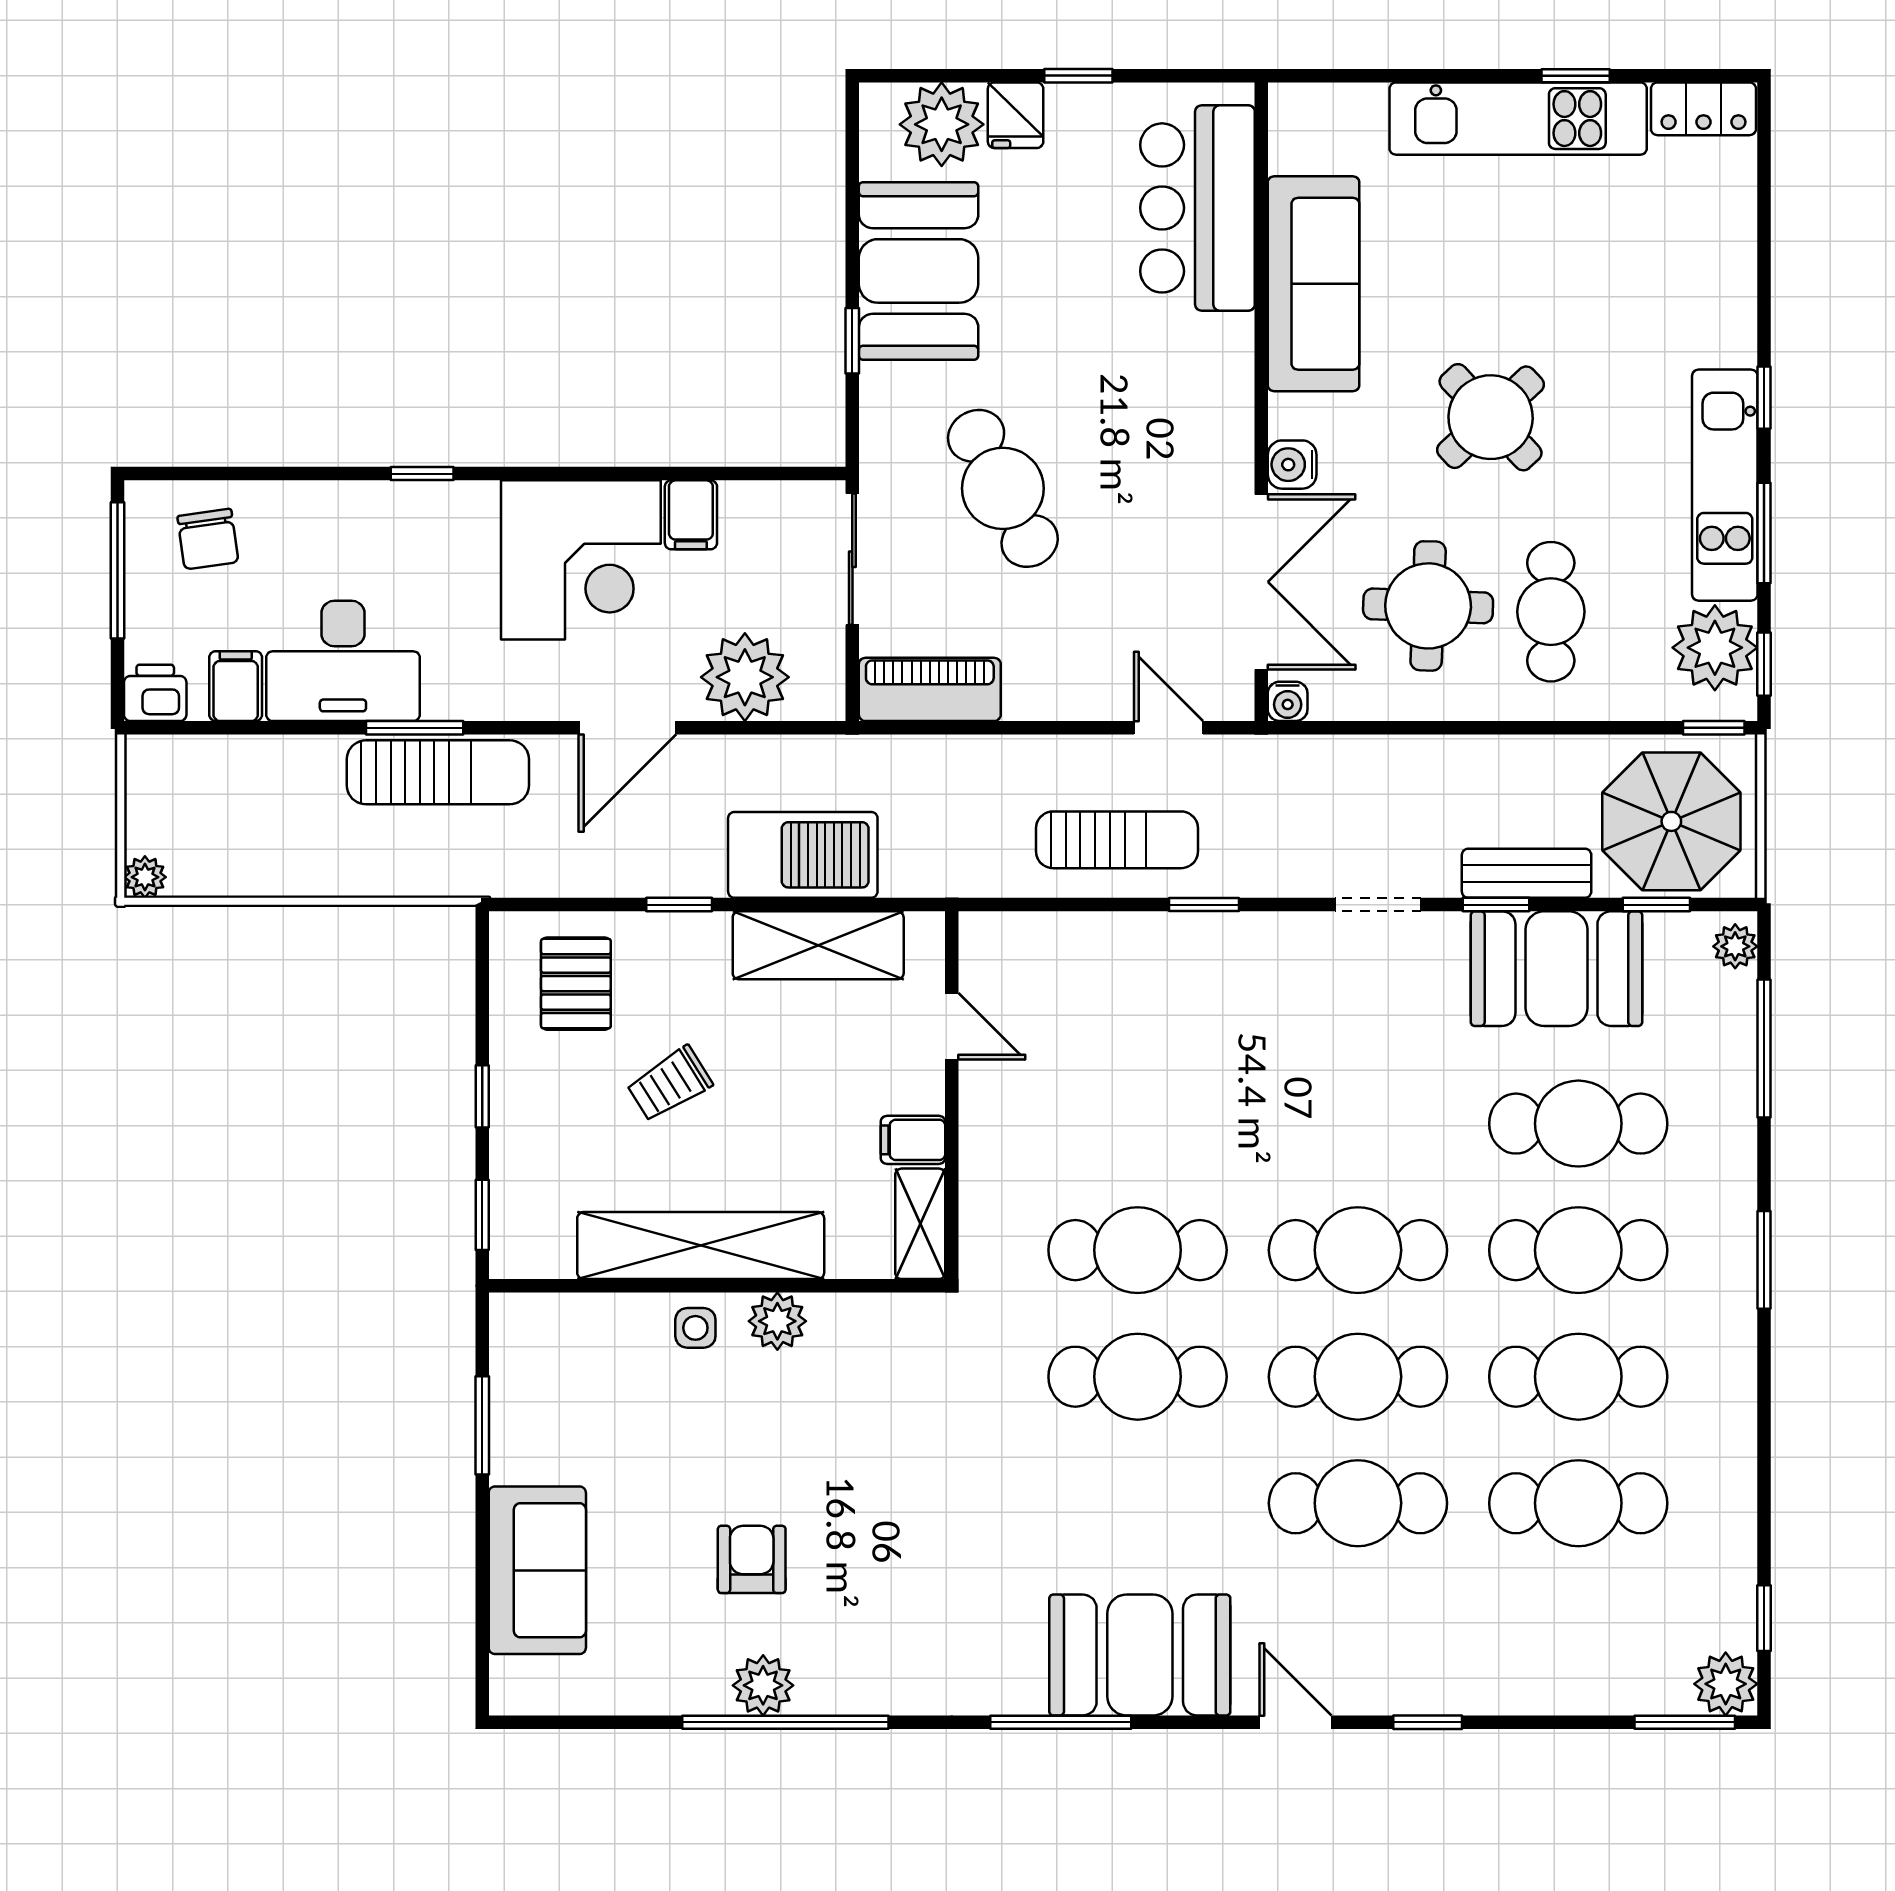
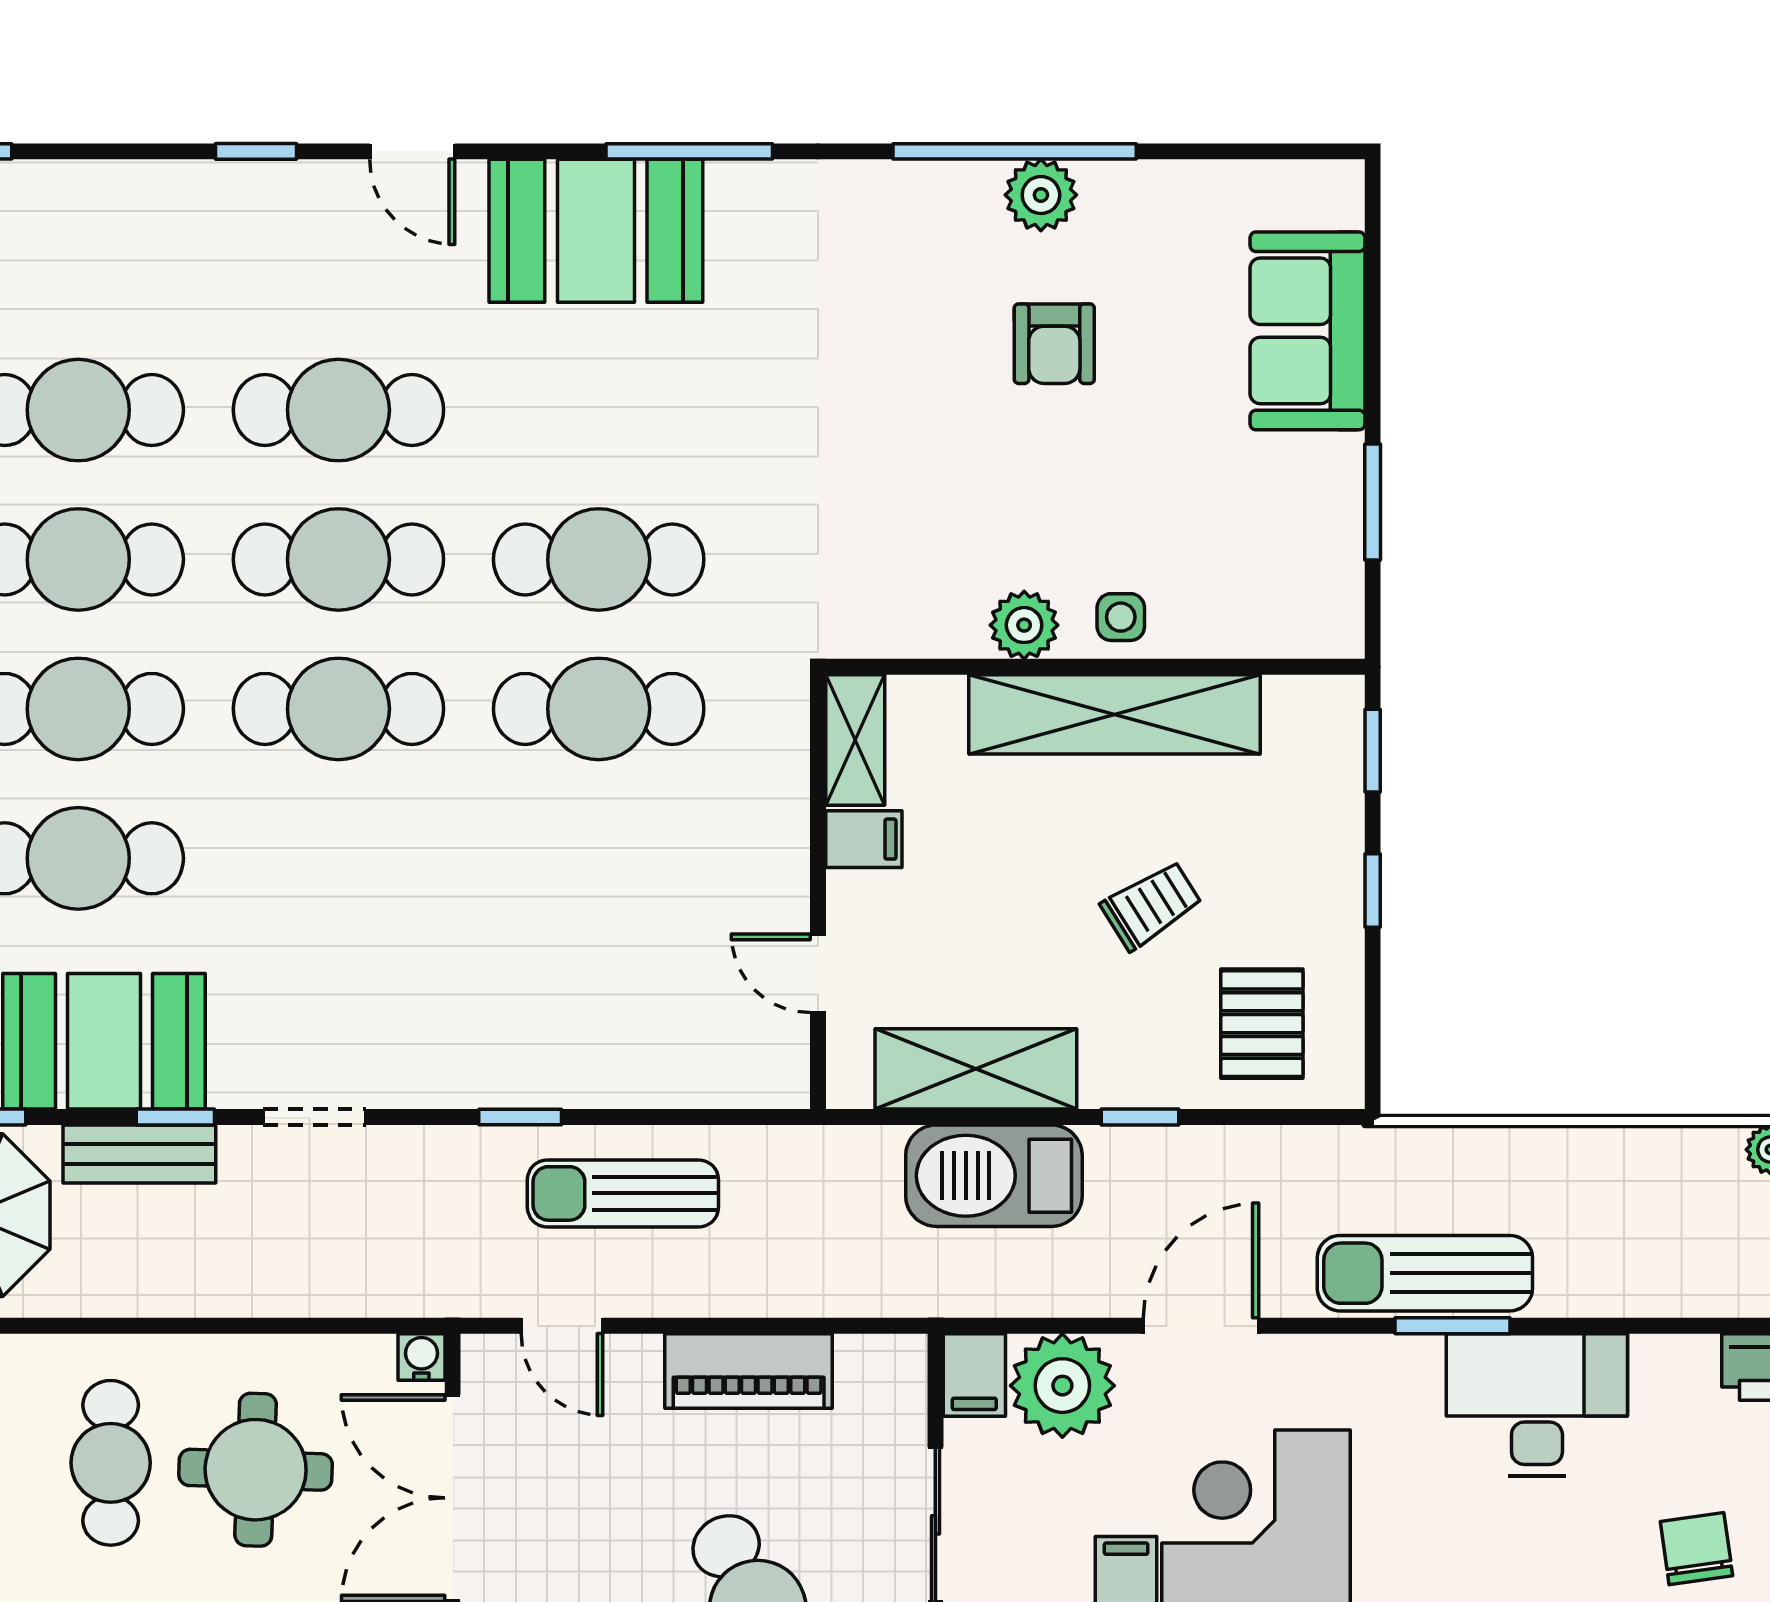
filing cabinet: (236, 686) -> (974, 1375), moved
piano: (930, 689) -> (749, 1371), moved

